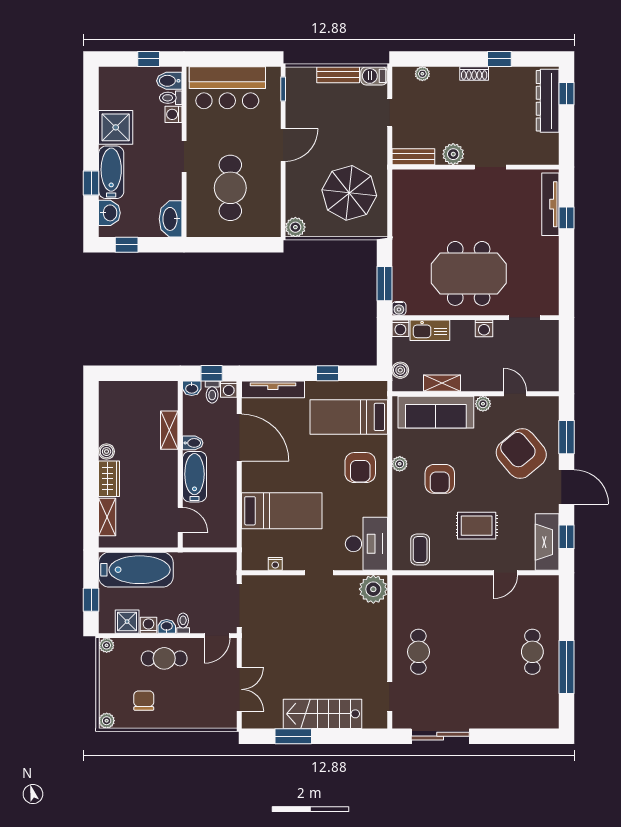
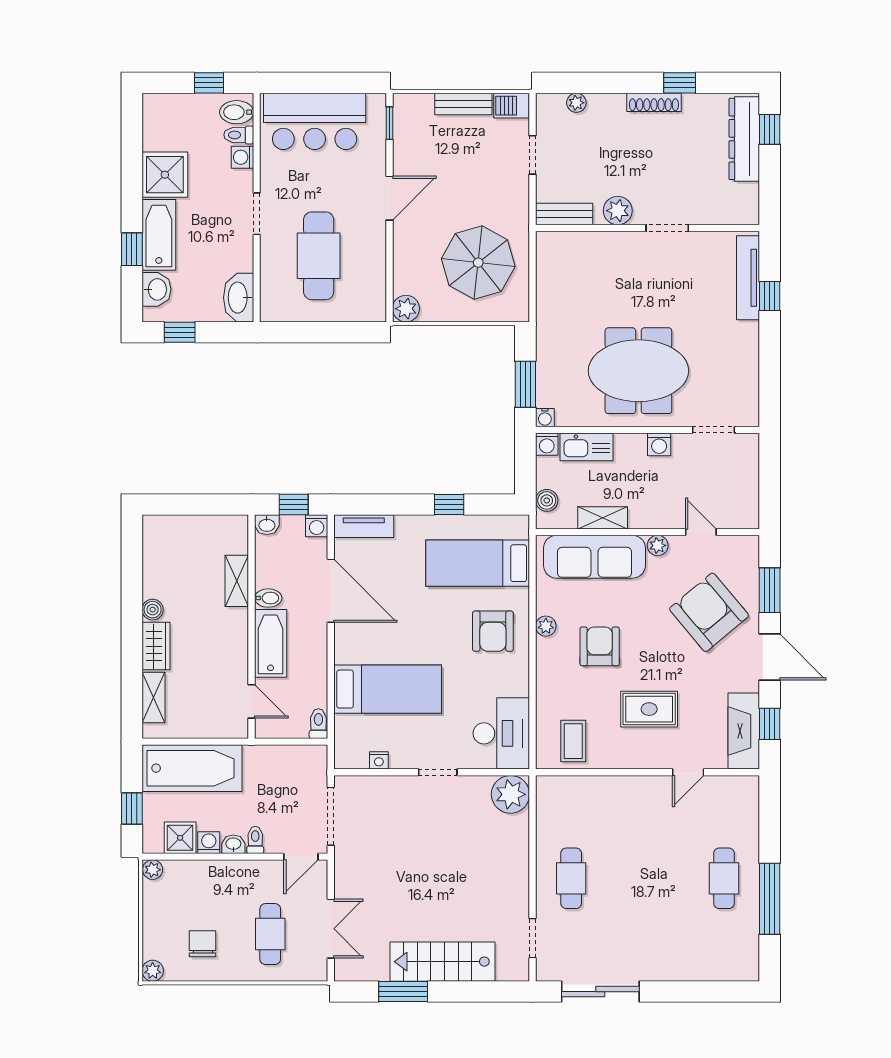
shoe rack: (474, 73) -> (654, 102), width x1.43
tv unit: (273, 389) -> (364, 526), width x0.71
toilet: (212, 392) -> (318, 724), moved, turned 180
armchair: (440, 479) -> (600, 646), turned 180
cafe table: (164, 658) -> (270, 934), moved, turned 90

